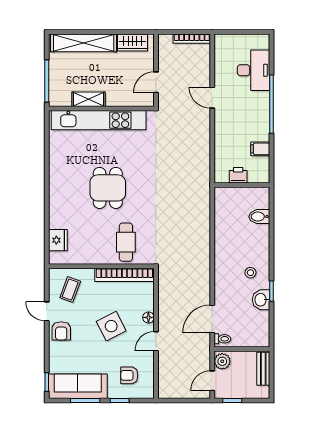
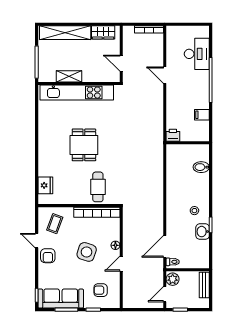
door: (156, 82) -> (121, 63), hinge flipped
printer: (238, 175) -> (173, 135), moved
side table: (111, 326) -> (87, 252), turned 45

